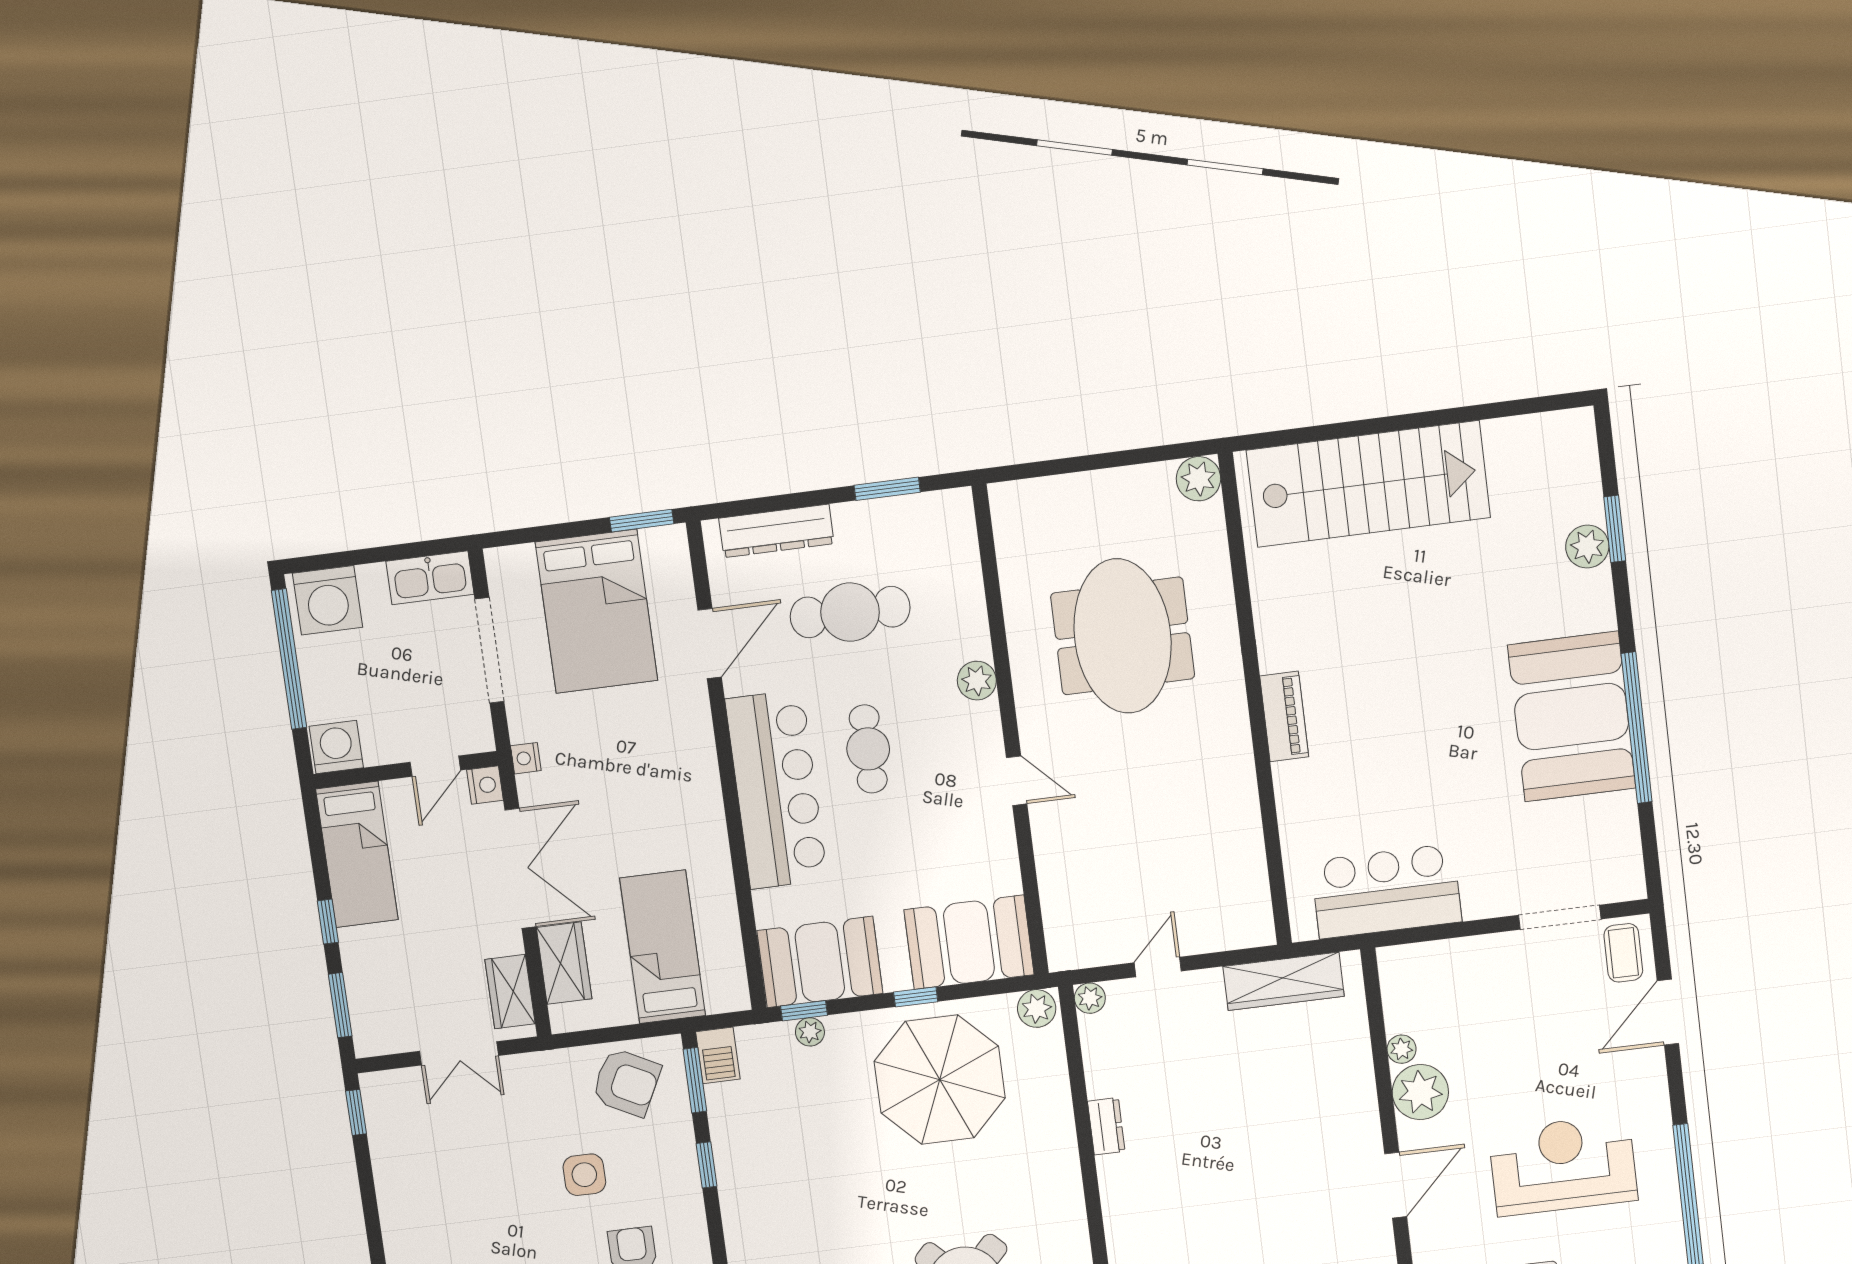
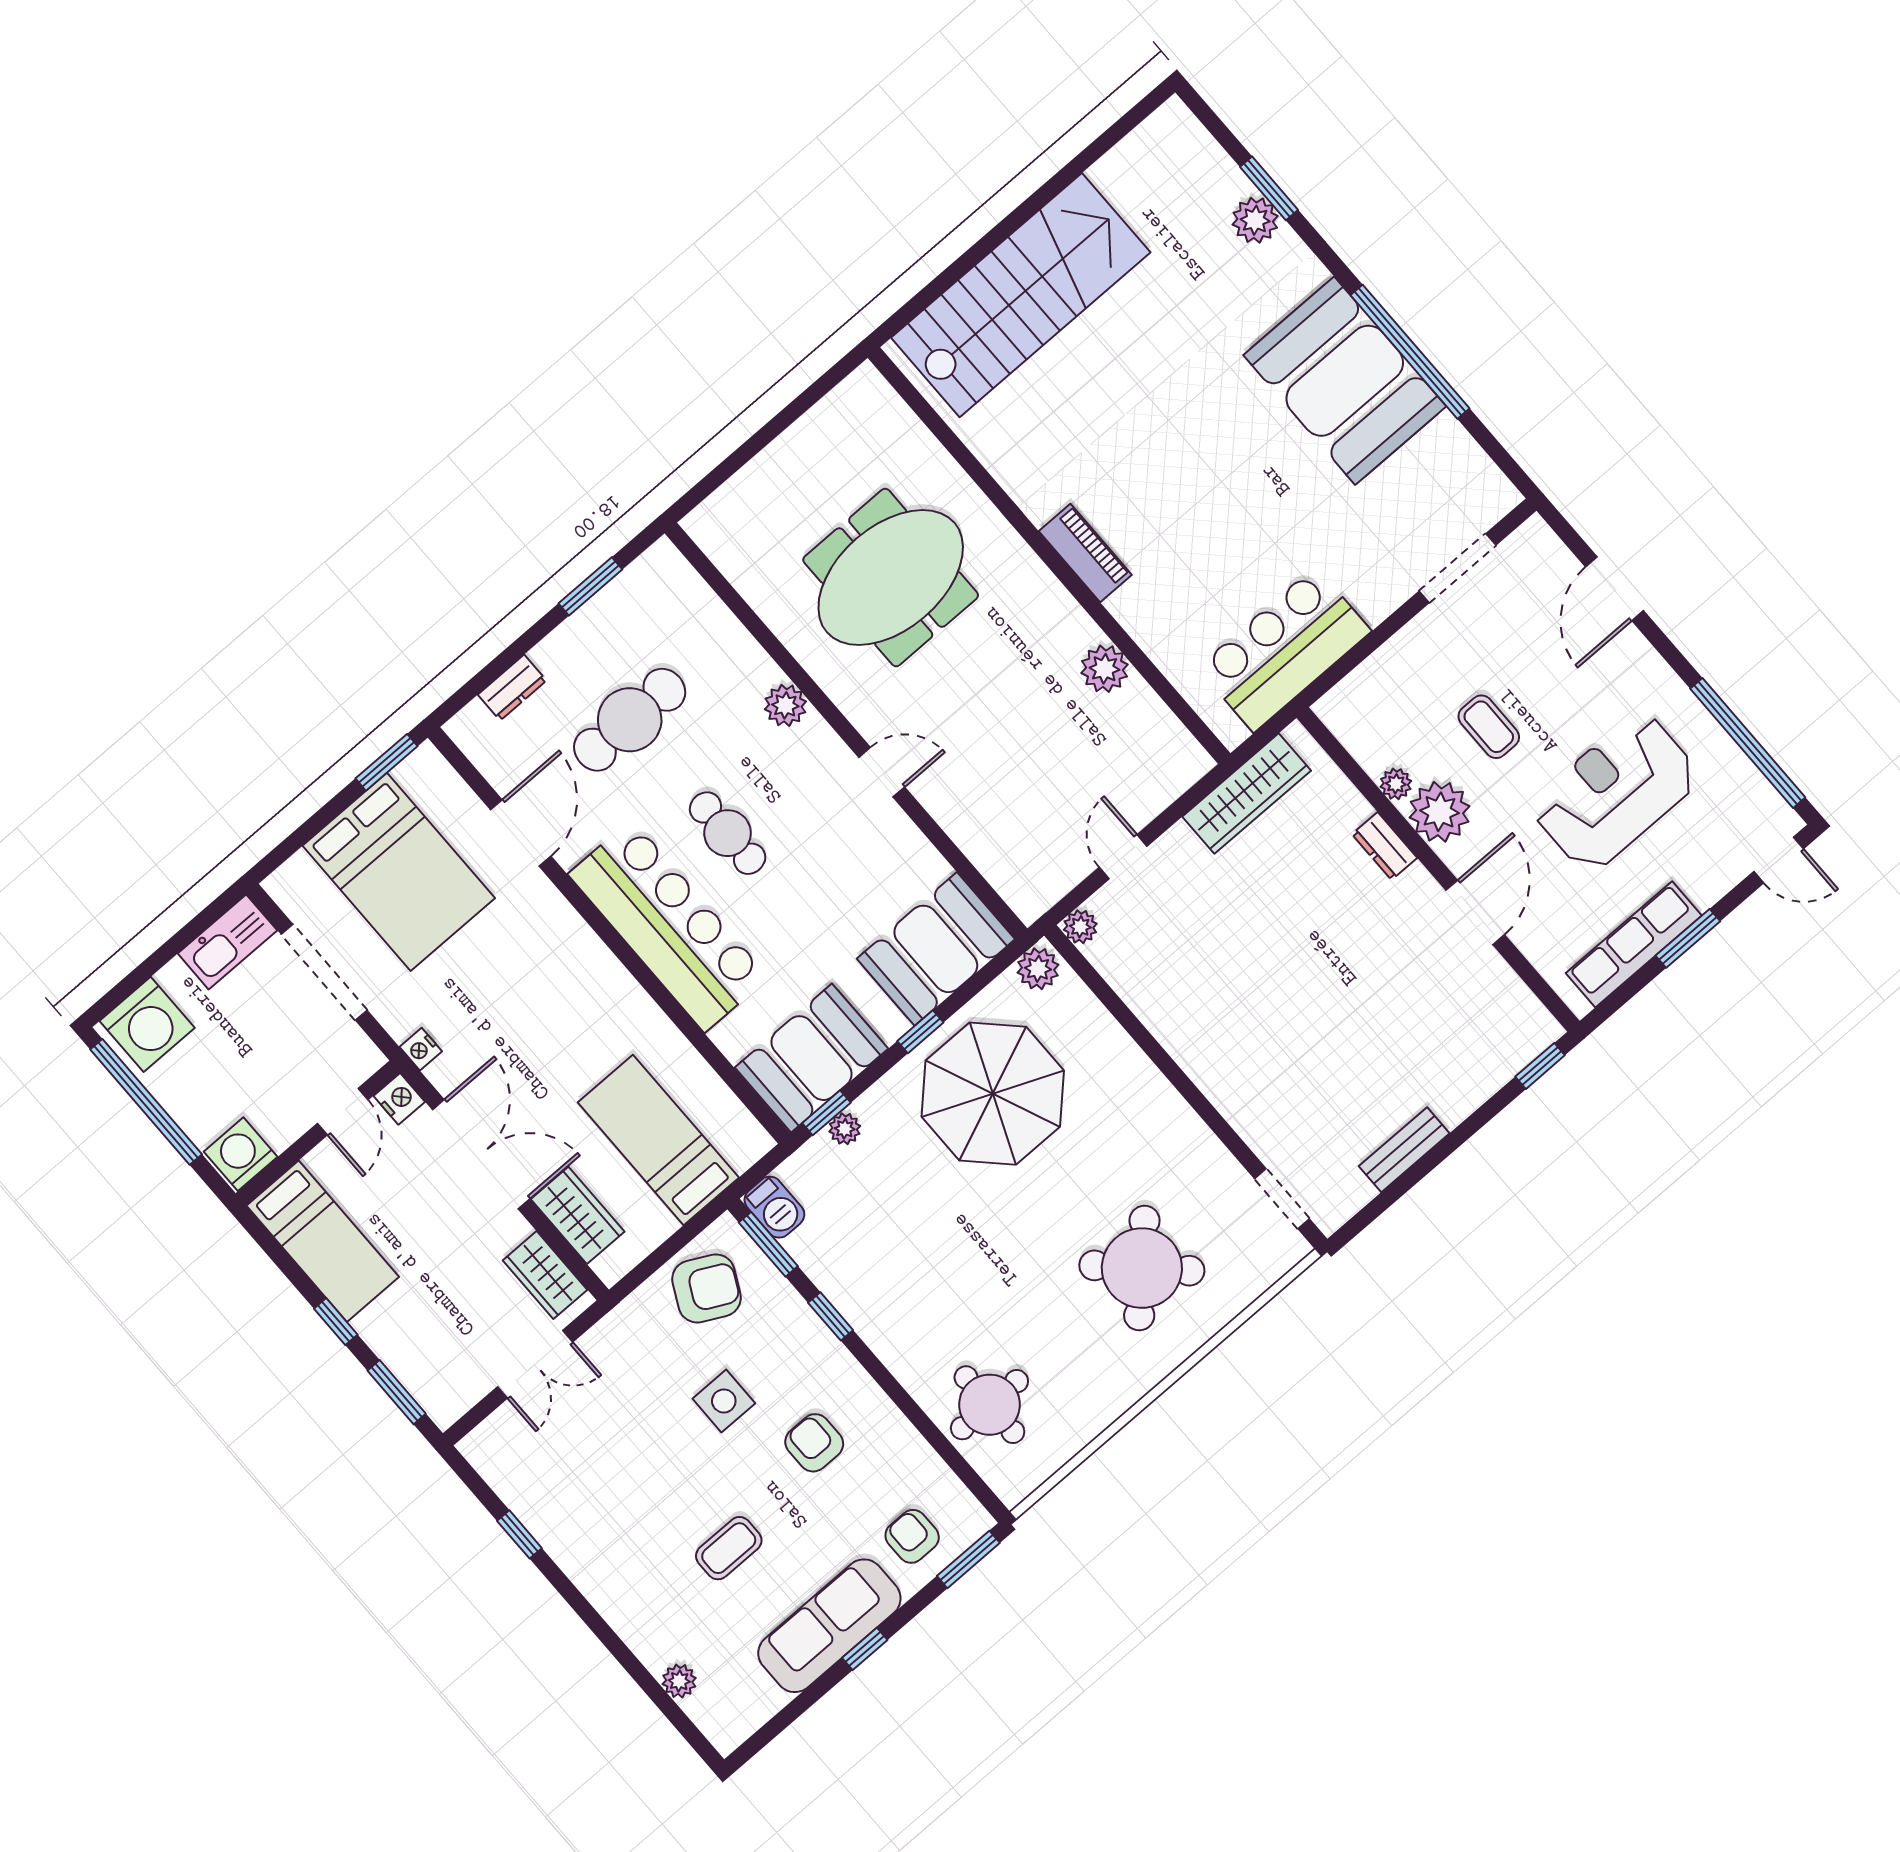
plant: (1198, 479) -> (1104, 669), moved
dresser: (776, 531) -> (512, 688), width x0.51, depth x0.80
meeting table: (1123, 636) -> (891, 578), turned 90
coffee table: (1623, 953) -> (1489, 727), moved
window: (356, 1112) -> (519, 1534), moved
dresser: (1106, 1126) -> (1385, 846), moved, turned 180

